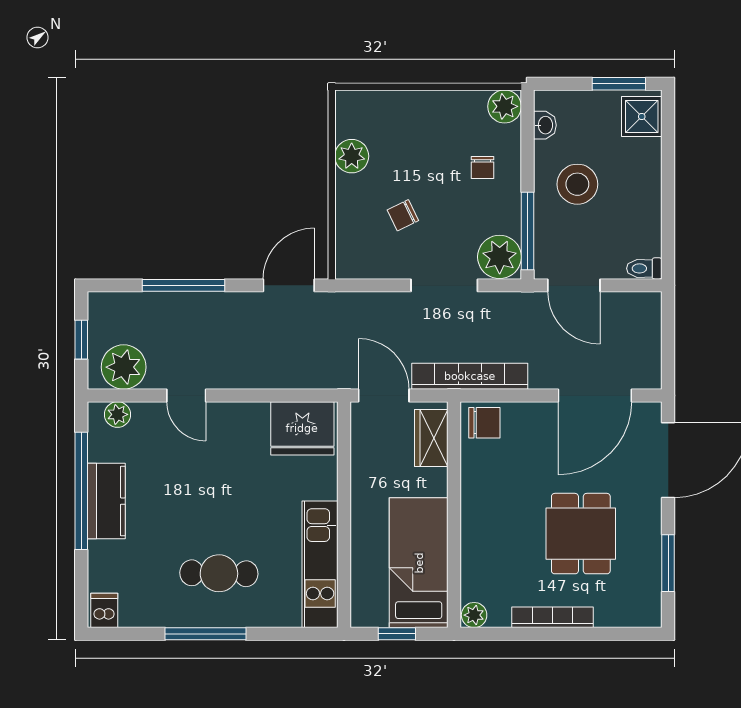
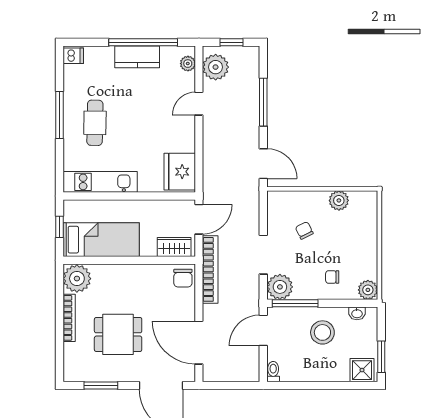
plant: (474, 615) -> (77, 279), width x1.88, depth x1.88

